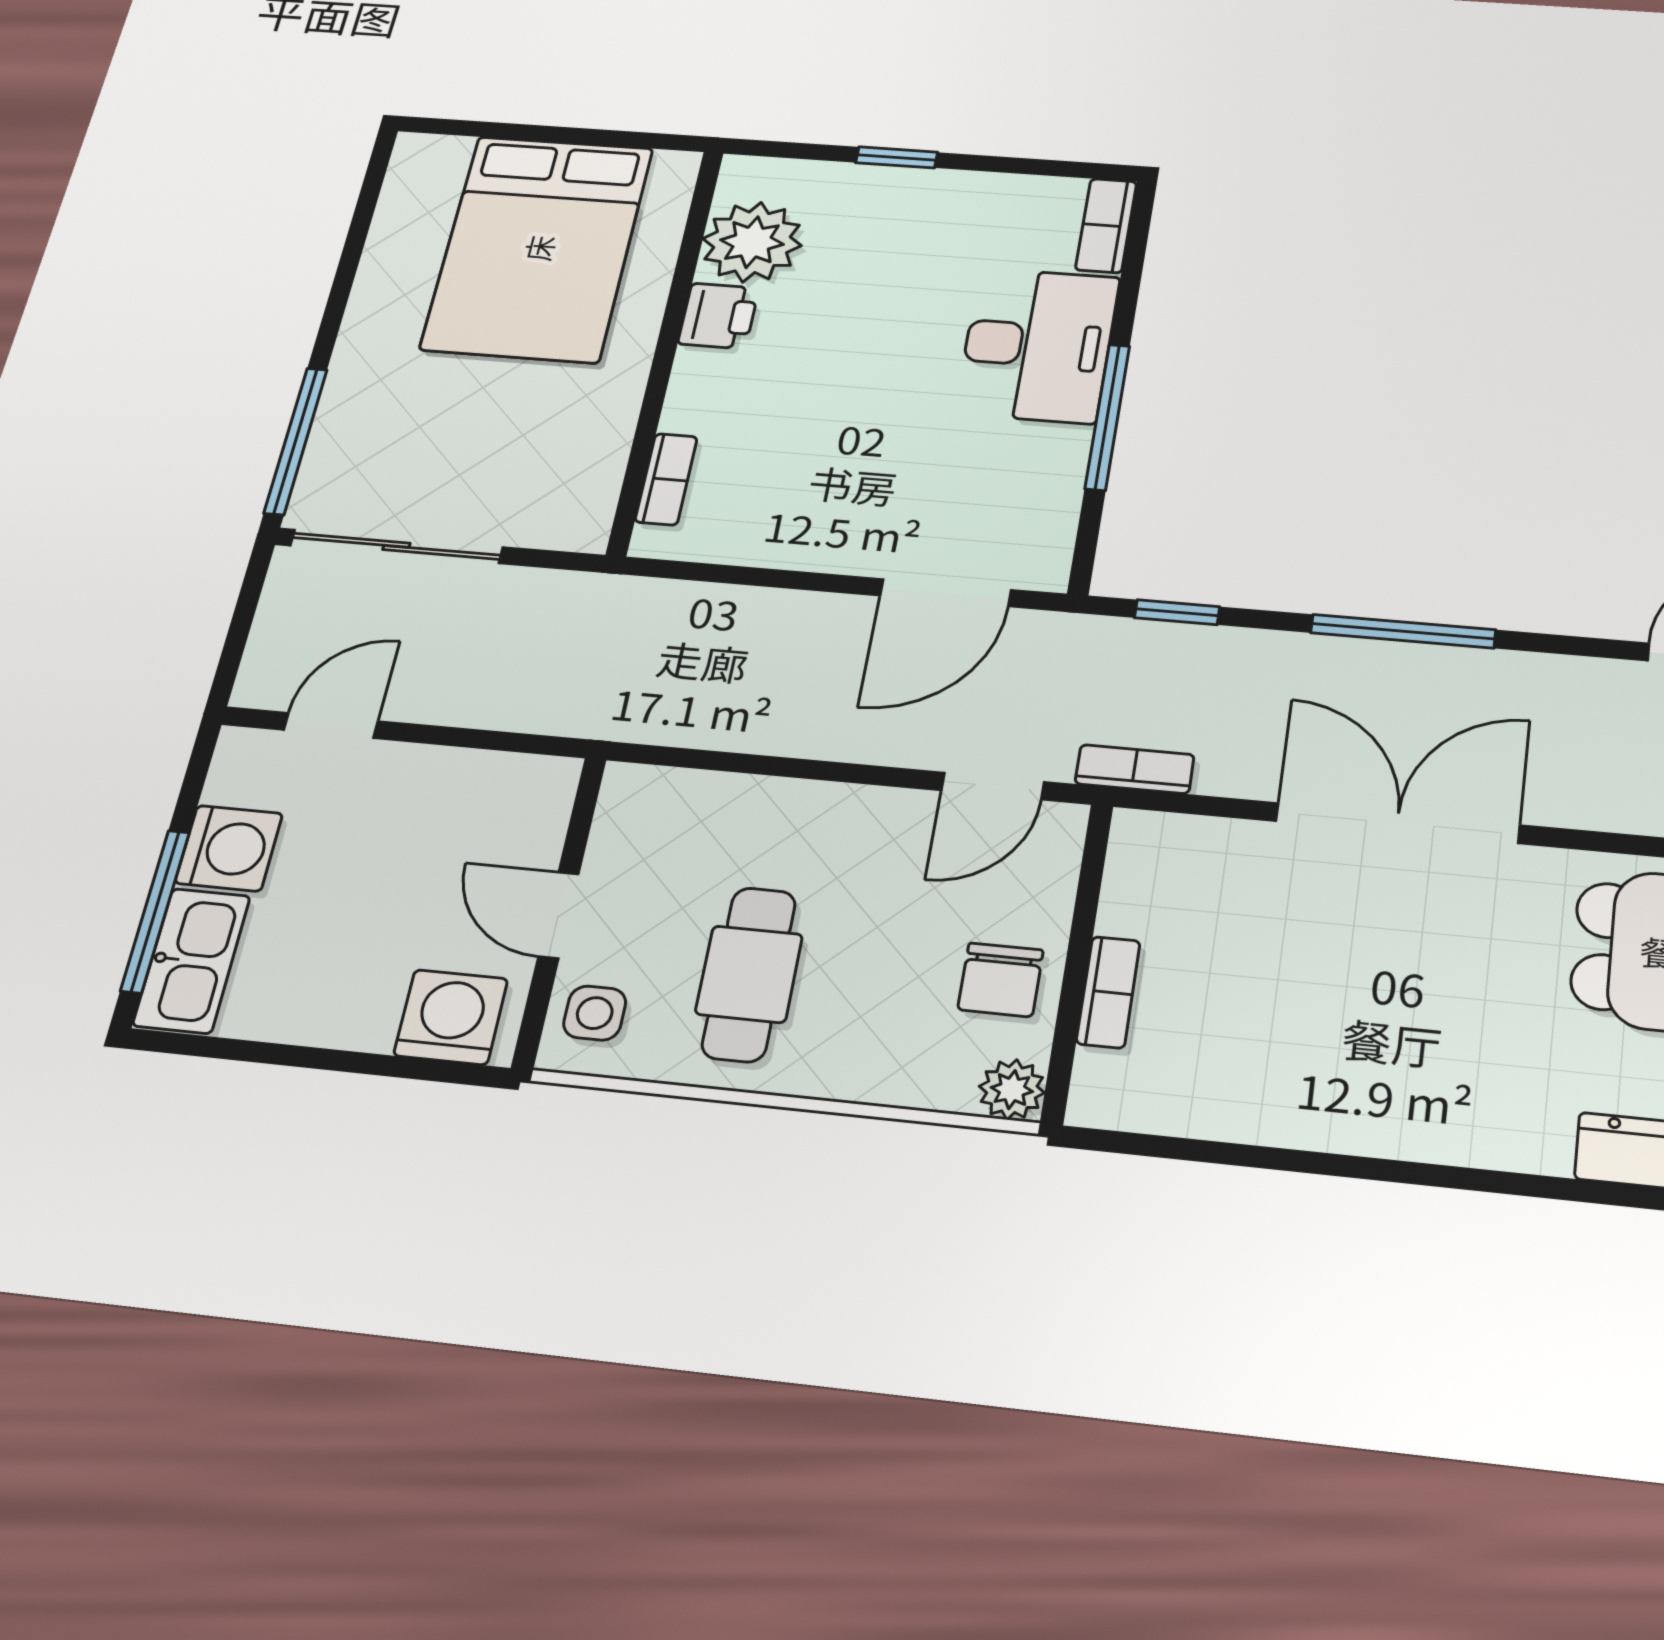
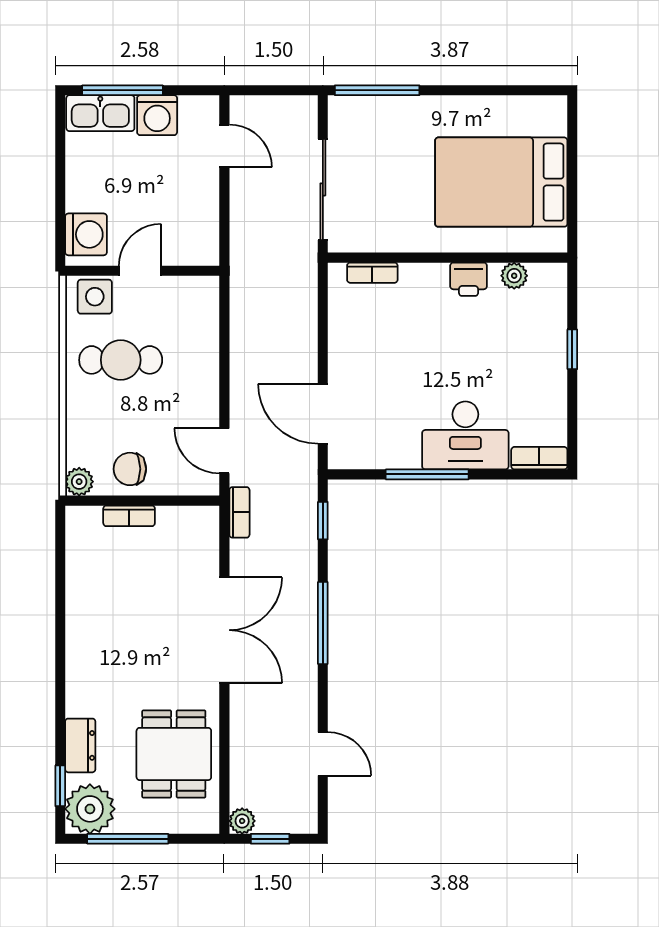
plant: (752, 242) -> (514, 276), width x0.53, depth x0.53
sliding door: (396, 546) -> (323, 189), moved
side table: (595, 1013) -> (95, 297), width x1.37, depth x1.37

